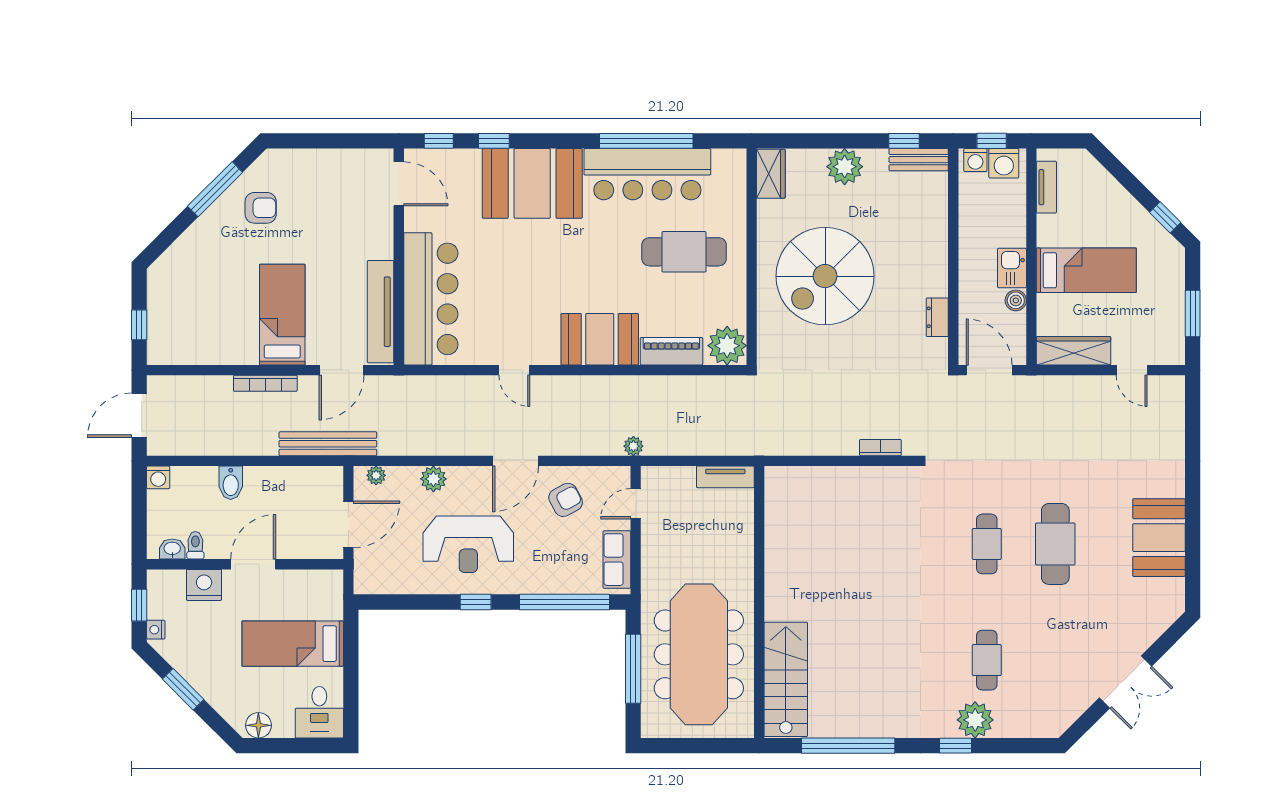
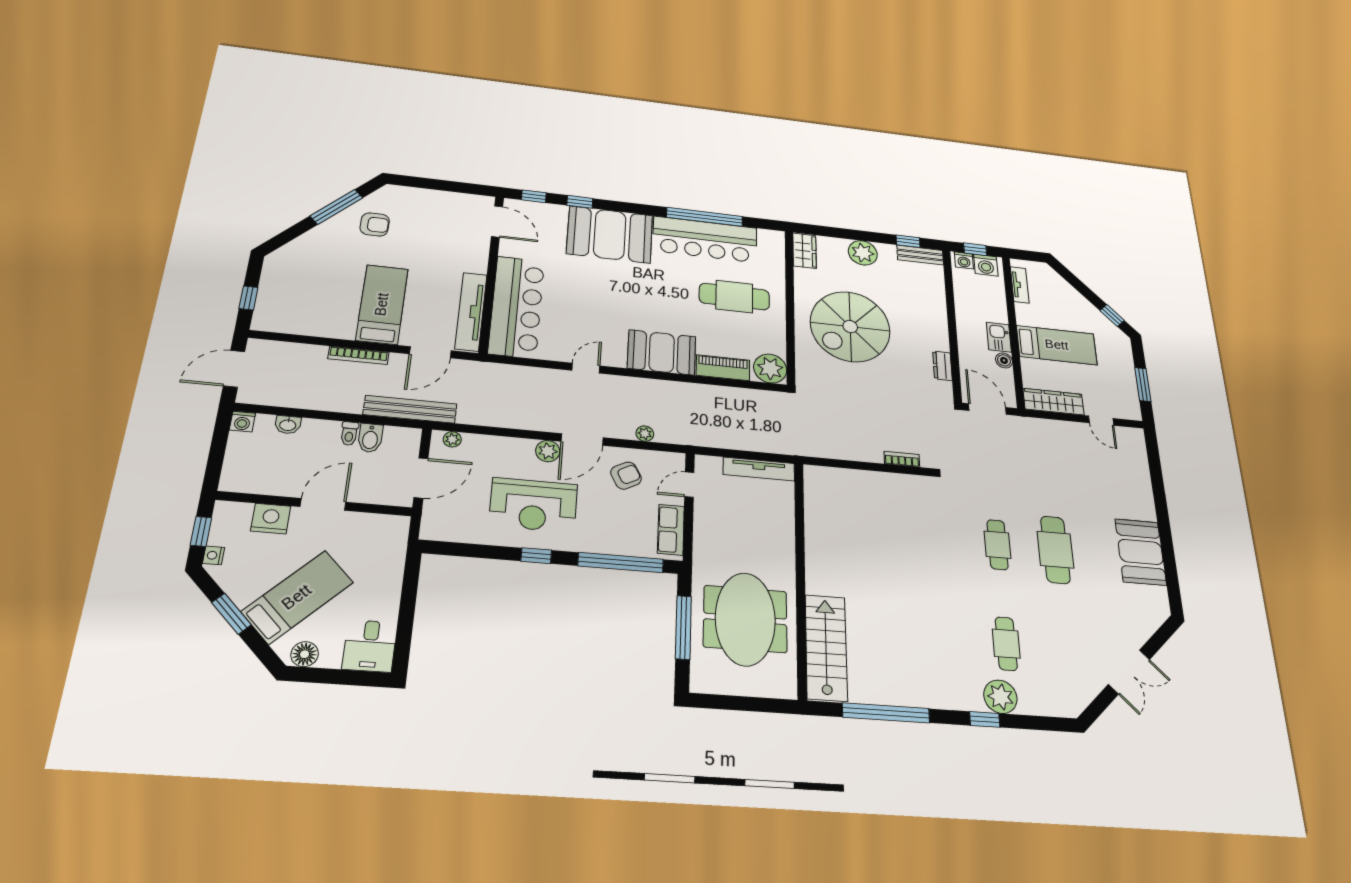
door: (514, 370) -> (586, 368), swing flipped
plant: (633, 446) -> (645, 434), moved
tv unit: (725, 477) -> (759, 469), width x1.41
plant: (433, 479) -> (548, 451), moved
bidet: (231, 483) -> (370, 438), moved
toilet: (195, 545) -> (349, 434), moved, turned 180
washbasin: (172, 549) -> (288, 425), moved, turned 180
bed: (293, 644) -> (297, 597), moved, turned 135
meeting table: (699, 654) -> (745, 619), width x0.73

